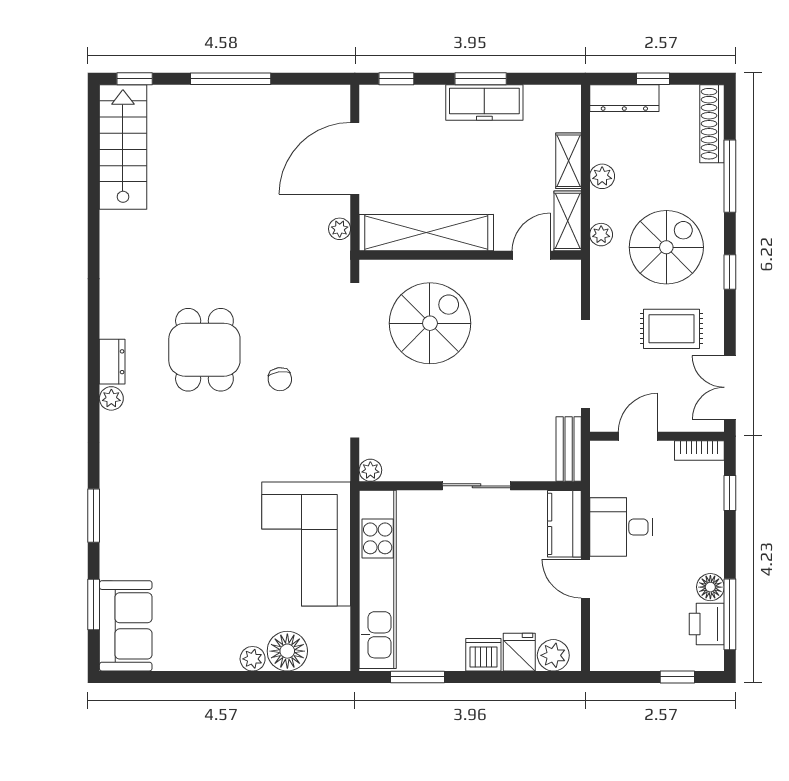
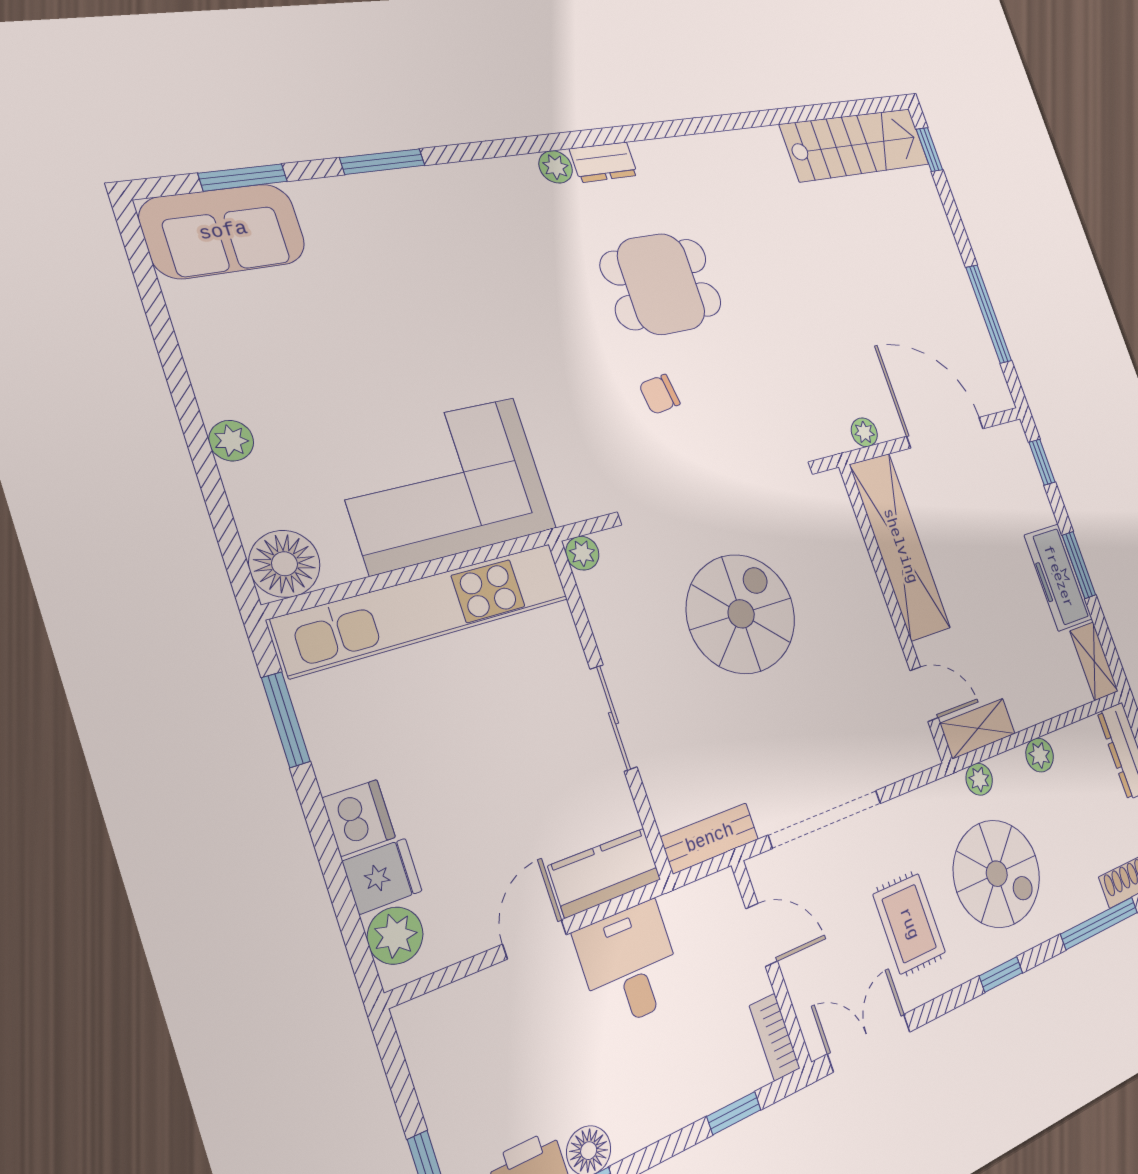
window: (231, 79) -> (989, 314), moved
shelving: (568, 161) -> (1094, 661), moved, turned 90
spiral stairs: (430, 323) -> (741, 614), moved, turned -90
floor lamp: (287, 651) -> (285, 564), moved

